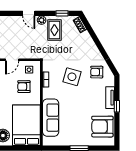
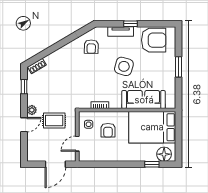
rug: (54, 30) -> (54, 121), moved
door: (12, 60) -> (77, 144), swing flipped
side table: (72, 77) -> (124, 66), moved
armchair: (102, 127) -> (154, 40), turned -90

